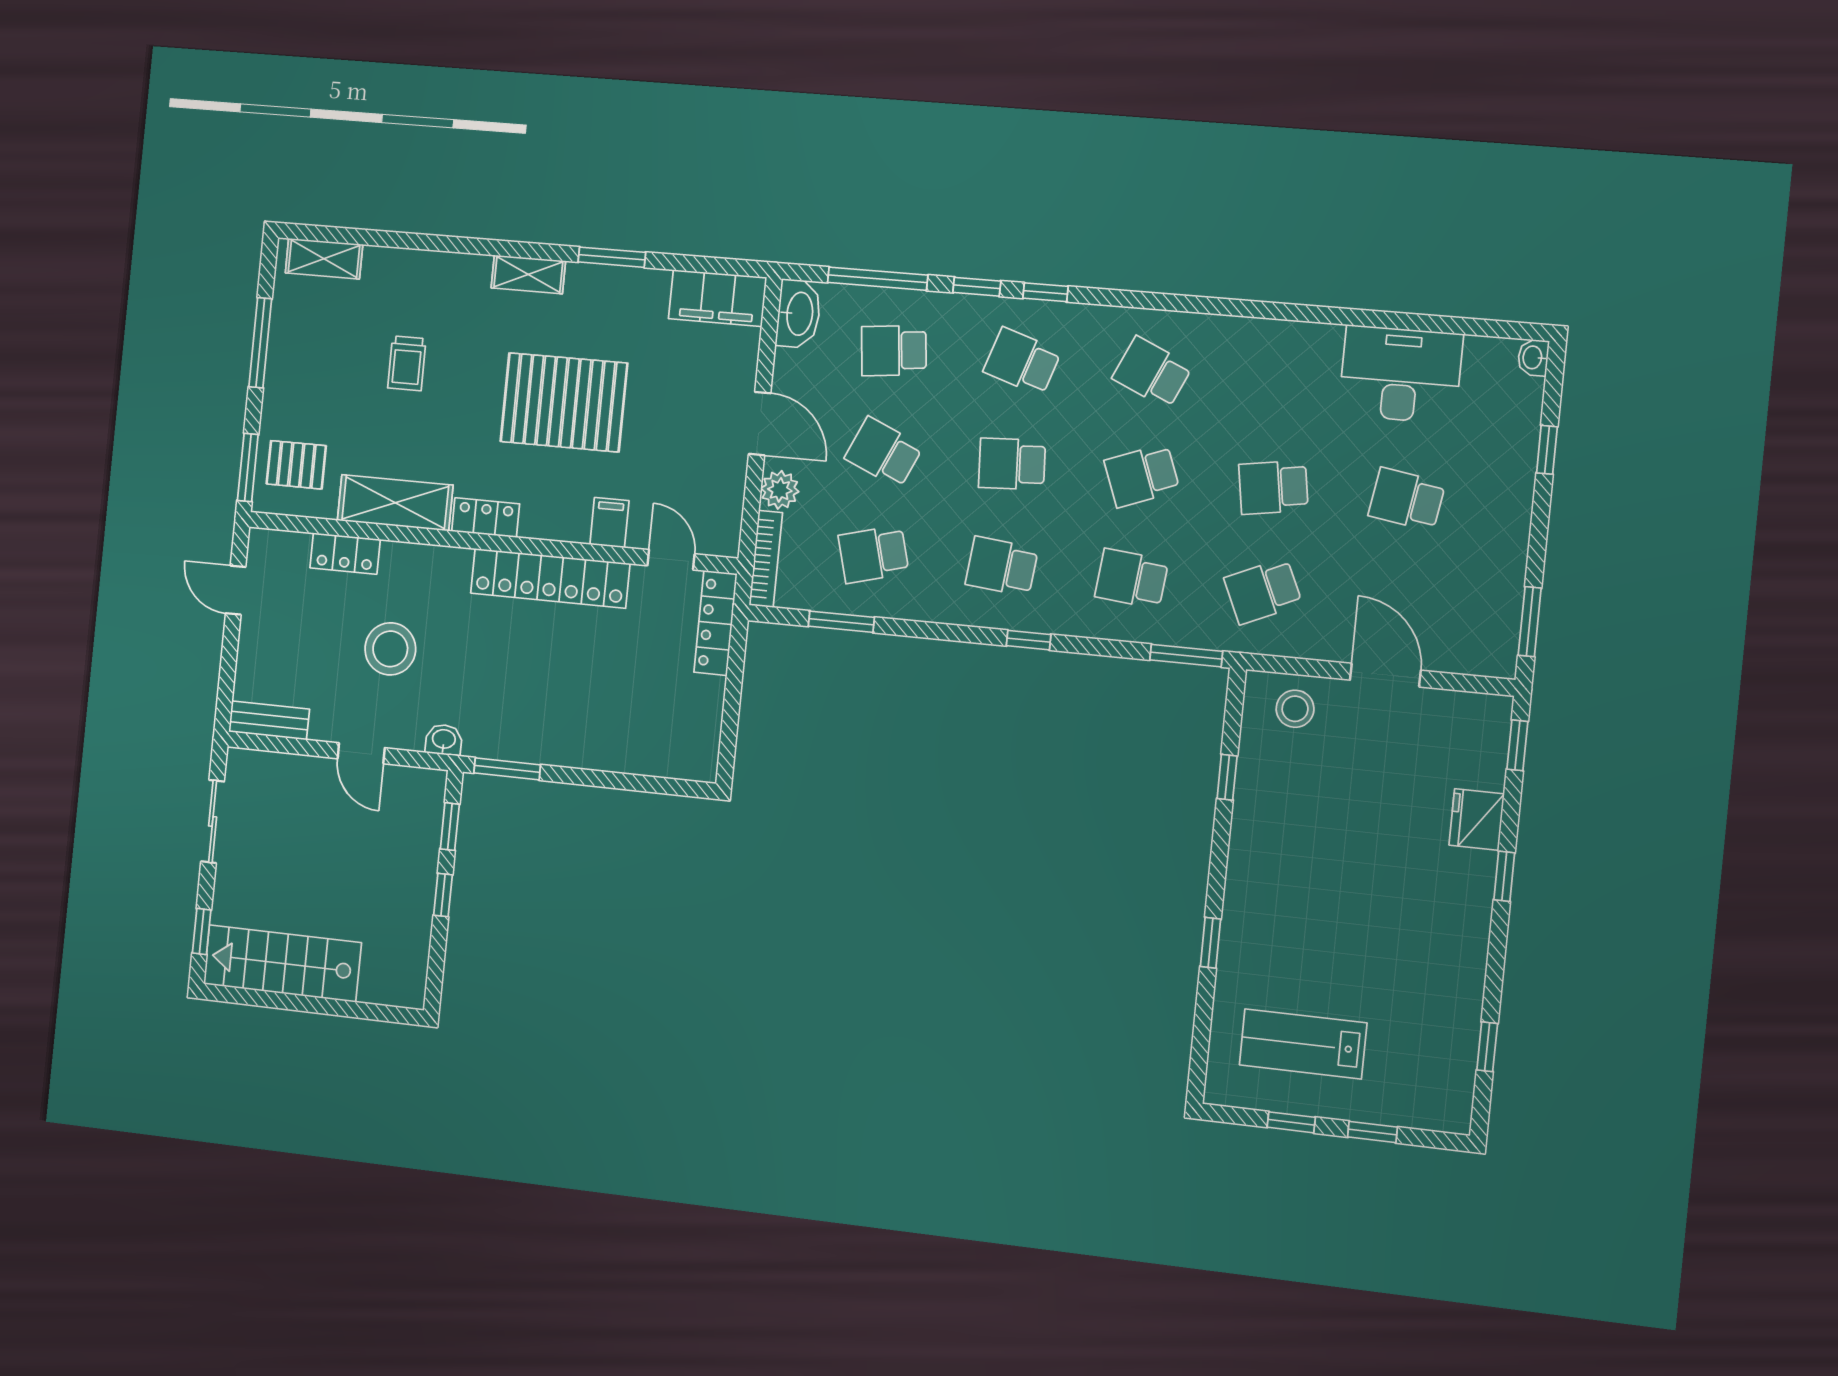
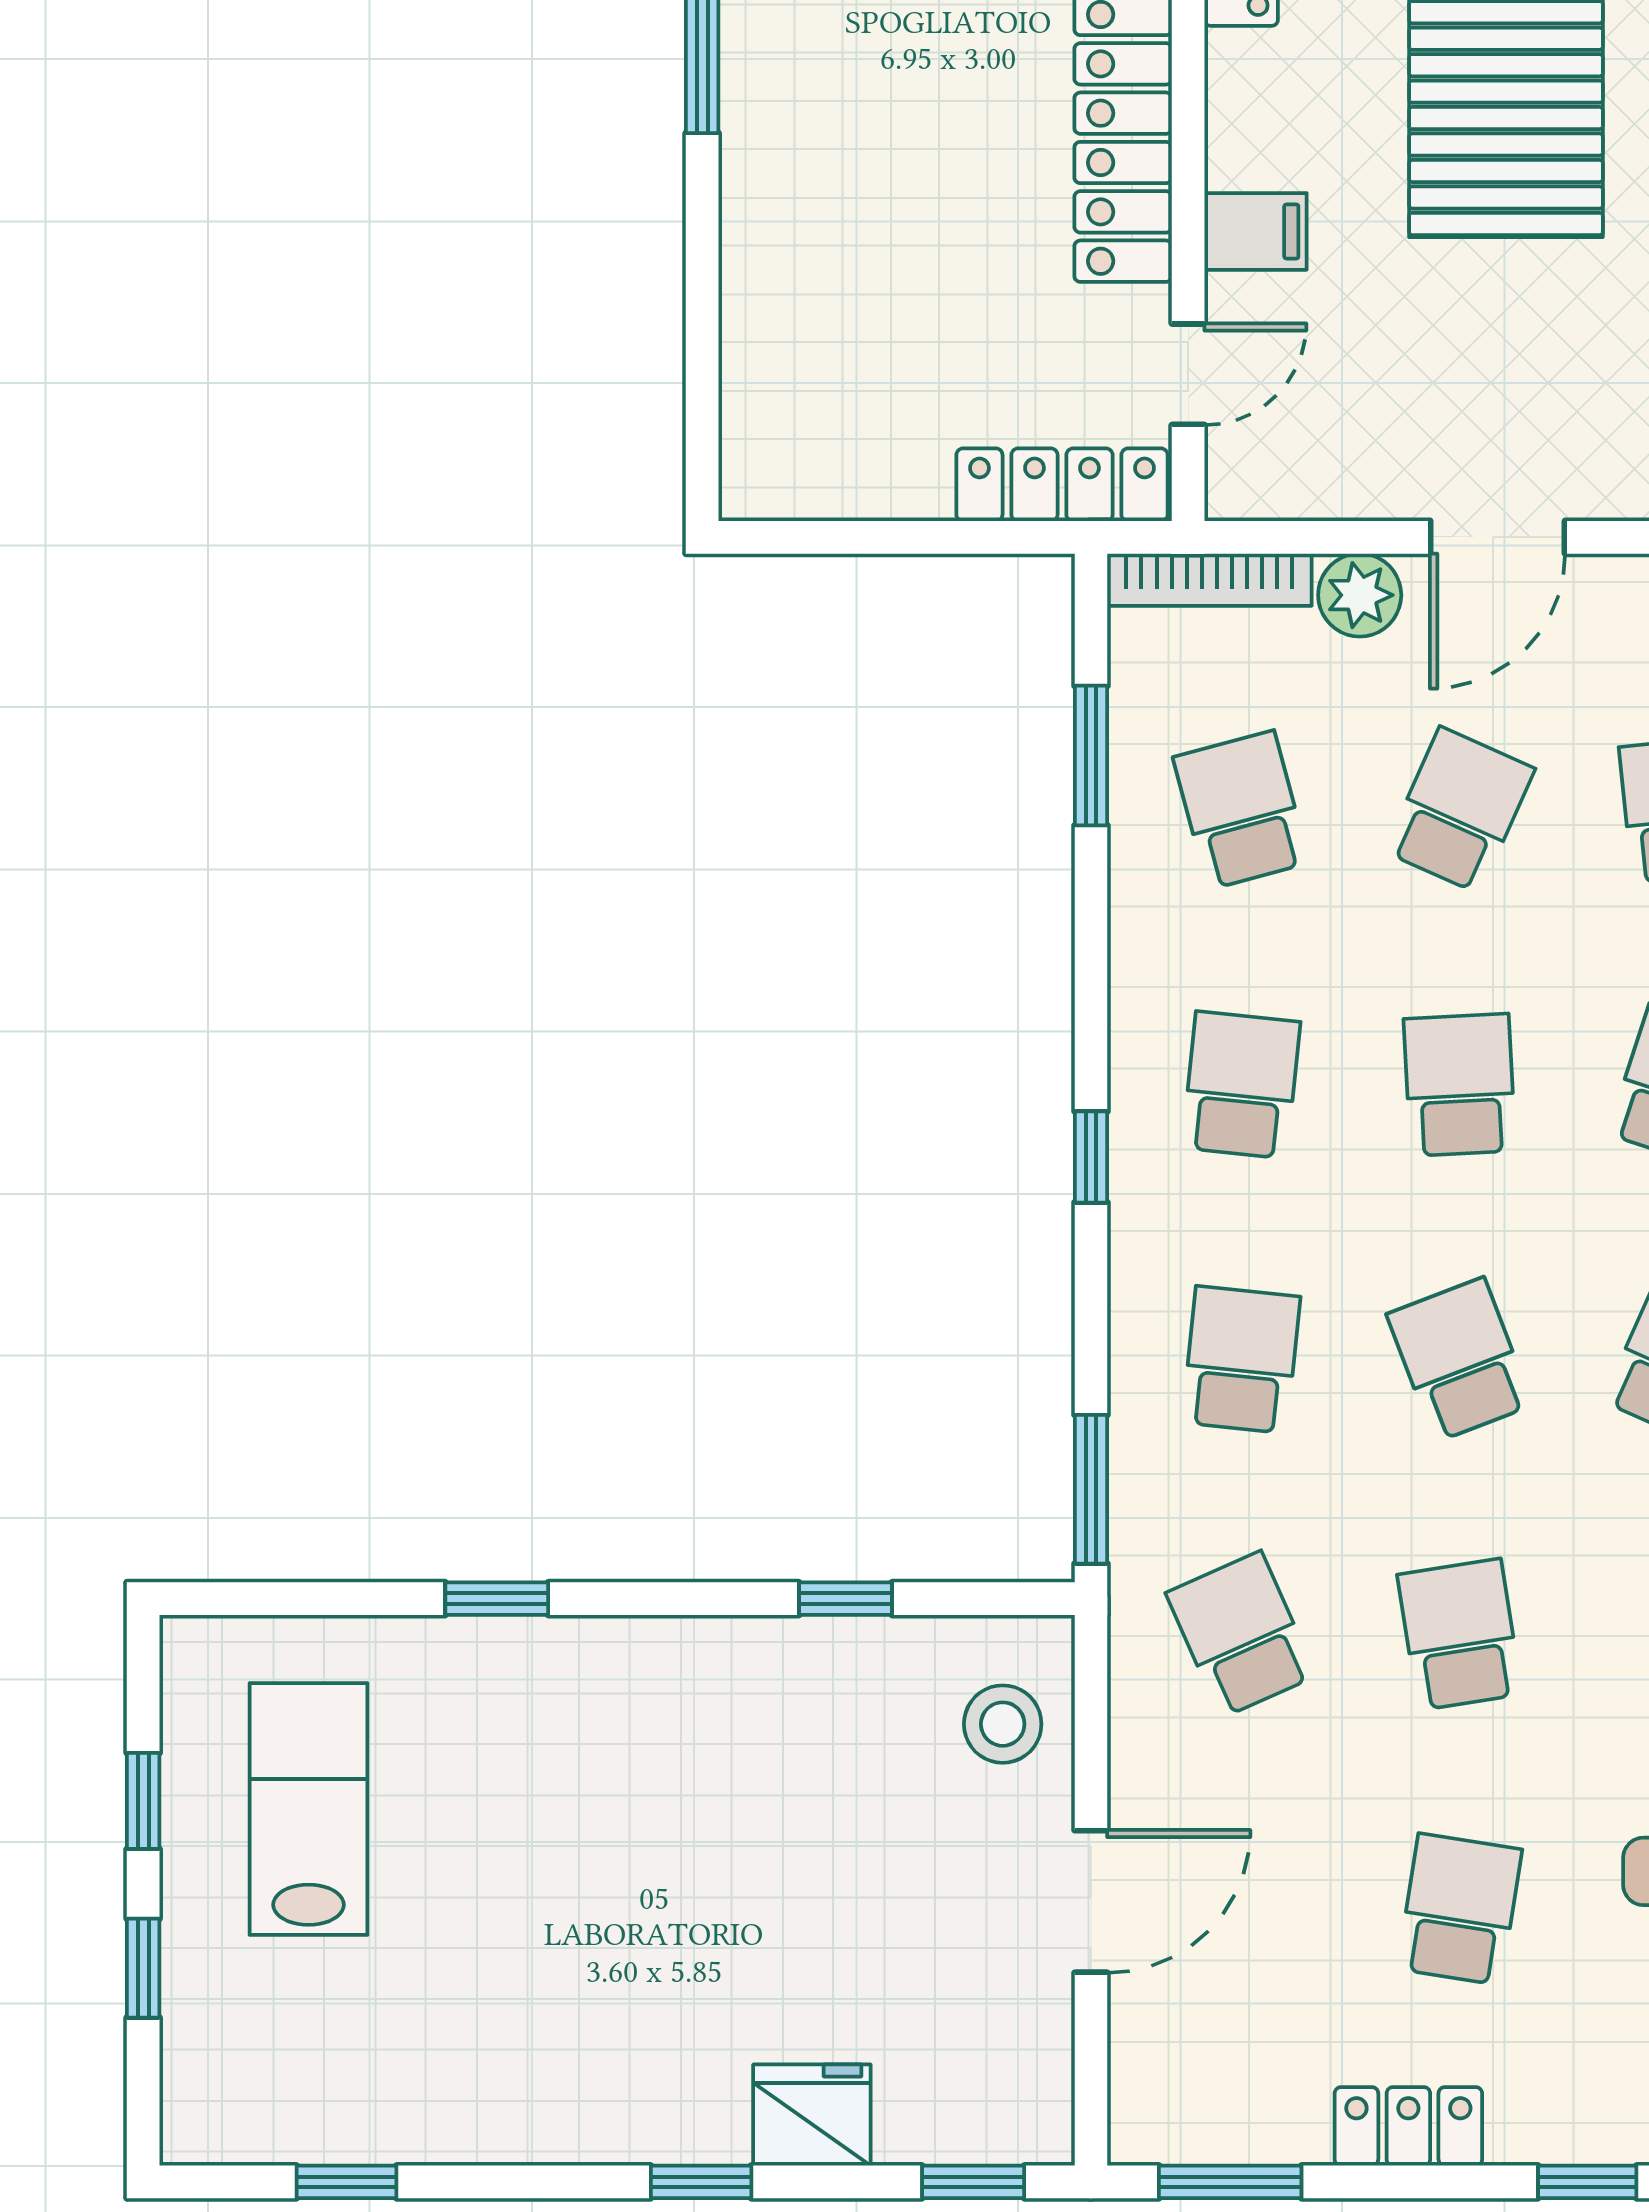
locker: (1511, 533) -> (1408, 2126), added

